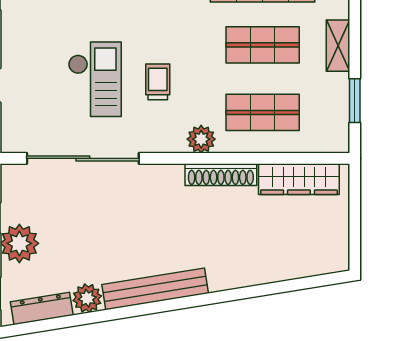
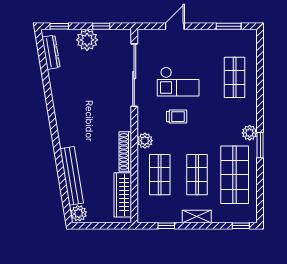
window: (355, 101) -> (166, 226), width x0.67
bench: (155, 289) -> (72, 176), moved
plant: (87, 298) -> (79, 213), moved

